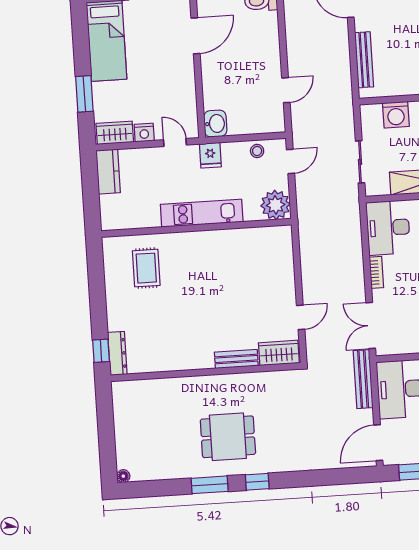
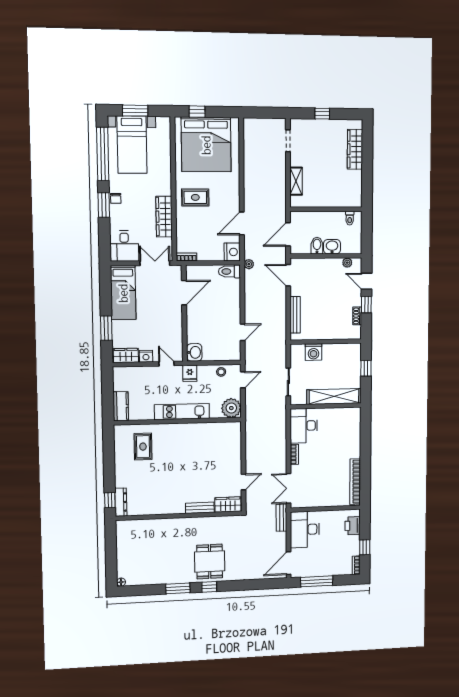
kitchen counter: (108, 172) -> (121, 406), moved
bench: (363, 379) -> (281, 518), width x0.73
dining table: (228, 437) -> (210, 561), moved, turned 90

